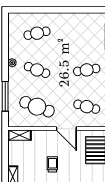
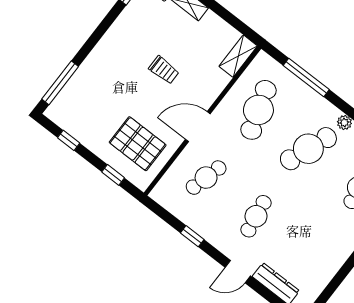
cafe table: (37, 70) -> (308, 149), width x1.37, depth x1.35
cafe table: (37, 107) -> (258, 110), turned -39

